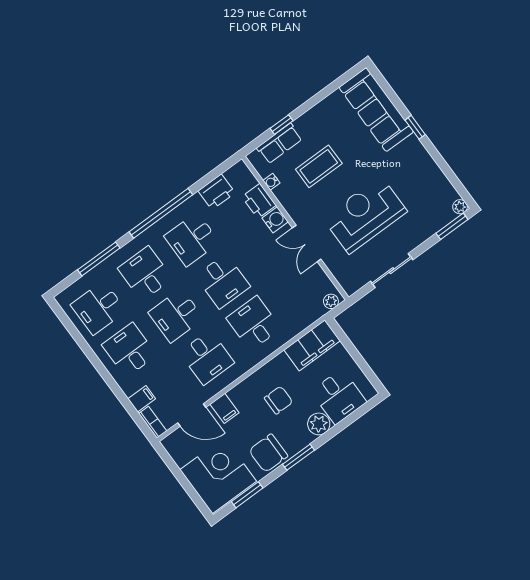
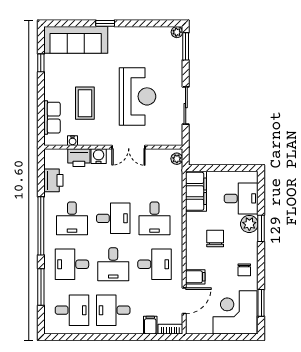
window: (282, 125) -> (41, 63), moved
reception desk: (365, 215) -> (138, 96), turned 180
desk: (98, 308) -> (72, 310), turned -90
desk: (254, 323) -> (155, 218), turned -90
chair: (268, 453) -> (244, 270), width x0.54, depth x0.54
window: (298, 457) -> (261, 228), moved

